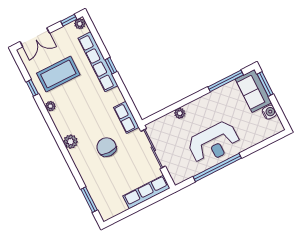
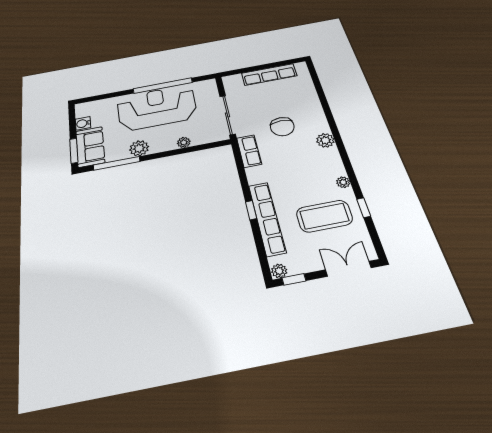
plant: (213, 99) -> (139, 148), added
reception desk: (214, 143) -> (157, 108), width x1.36, depth x1.30
row of seats: (146, 192) -> (269, 75), moved
window: (89, 200) -> (317, 83), removed

